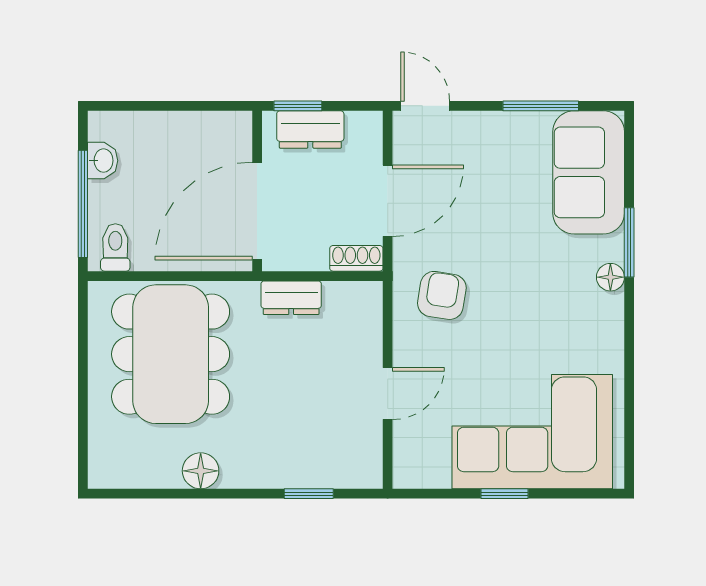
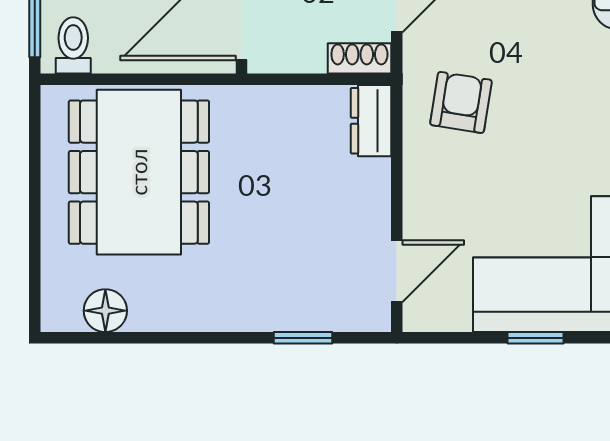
dresser: (291, 298) -> (371, 121), moved, turned 90
door: (388, 393) -> (397, 271), moved
floor lamp: (201, 471) -> (105, 311), moved

